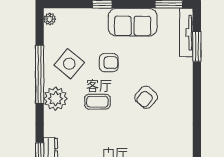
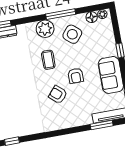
floor lamp: (51, 34) -> (92, 17), added
armchair: (109, 63) -> (76, 76), moved
window: (40, 74) -> (61, 14), width x0.68

